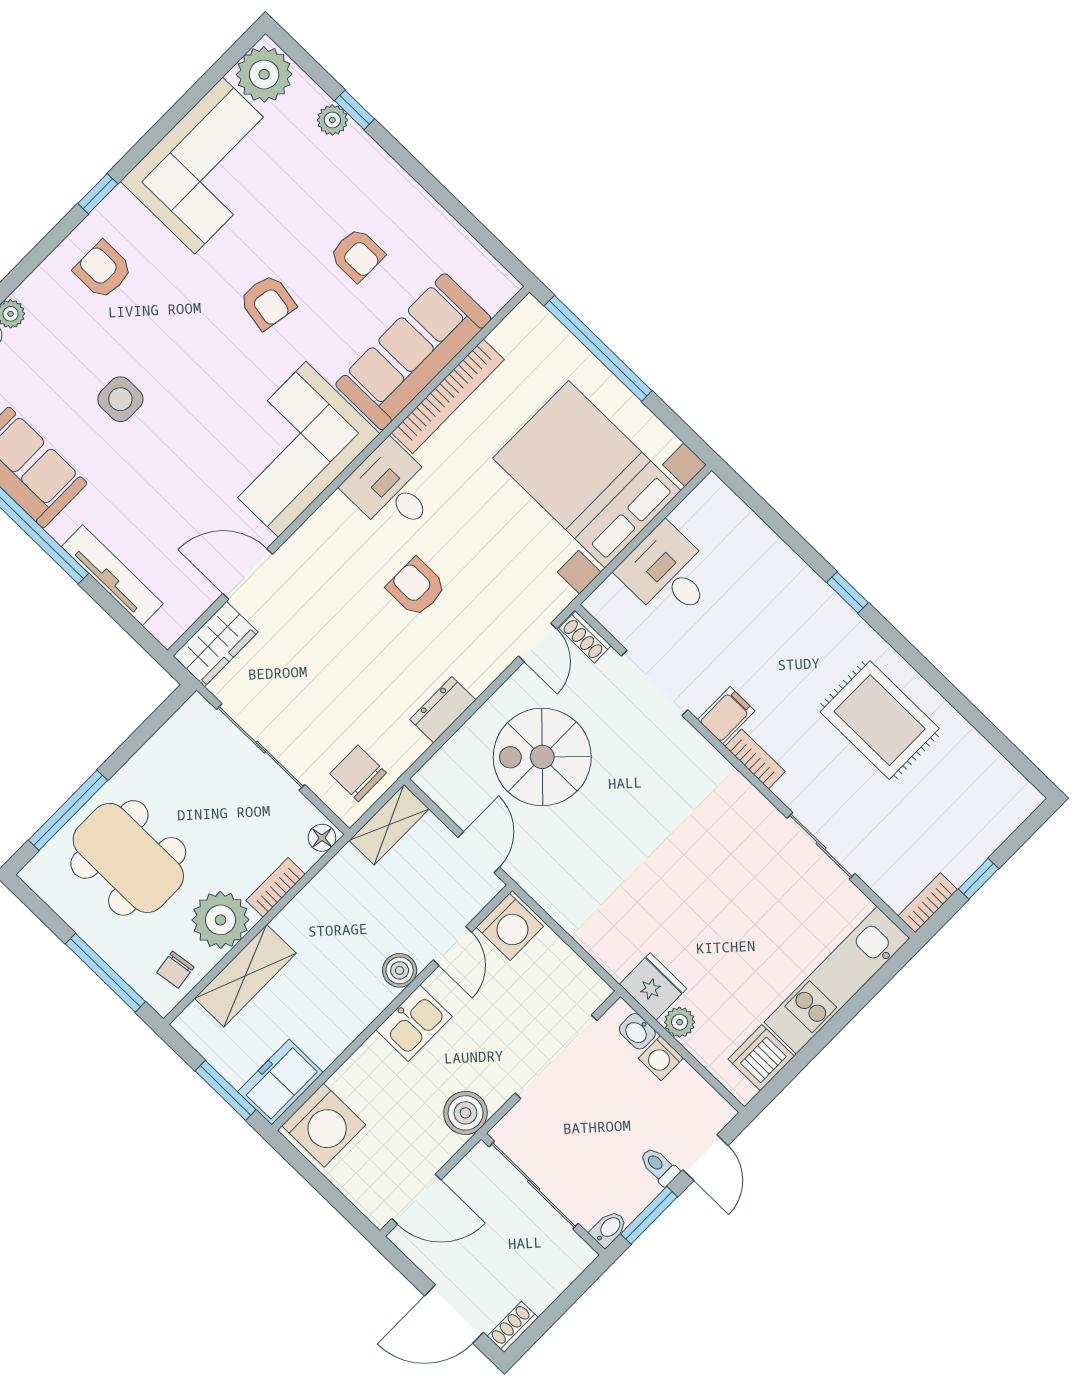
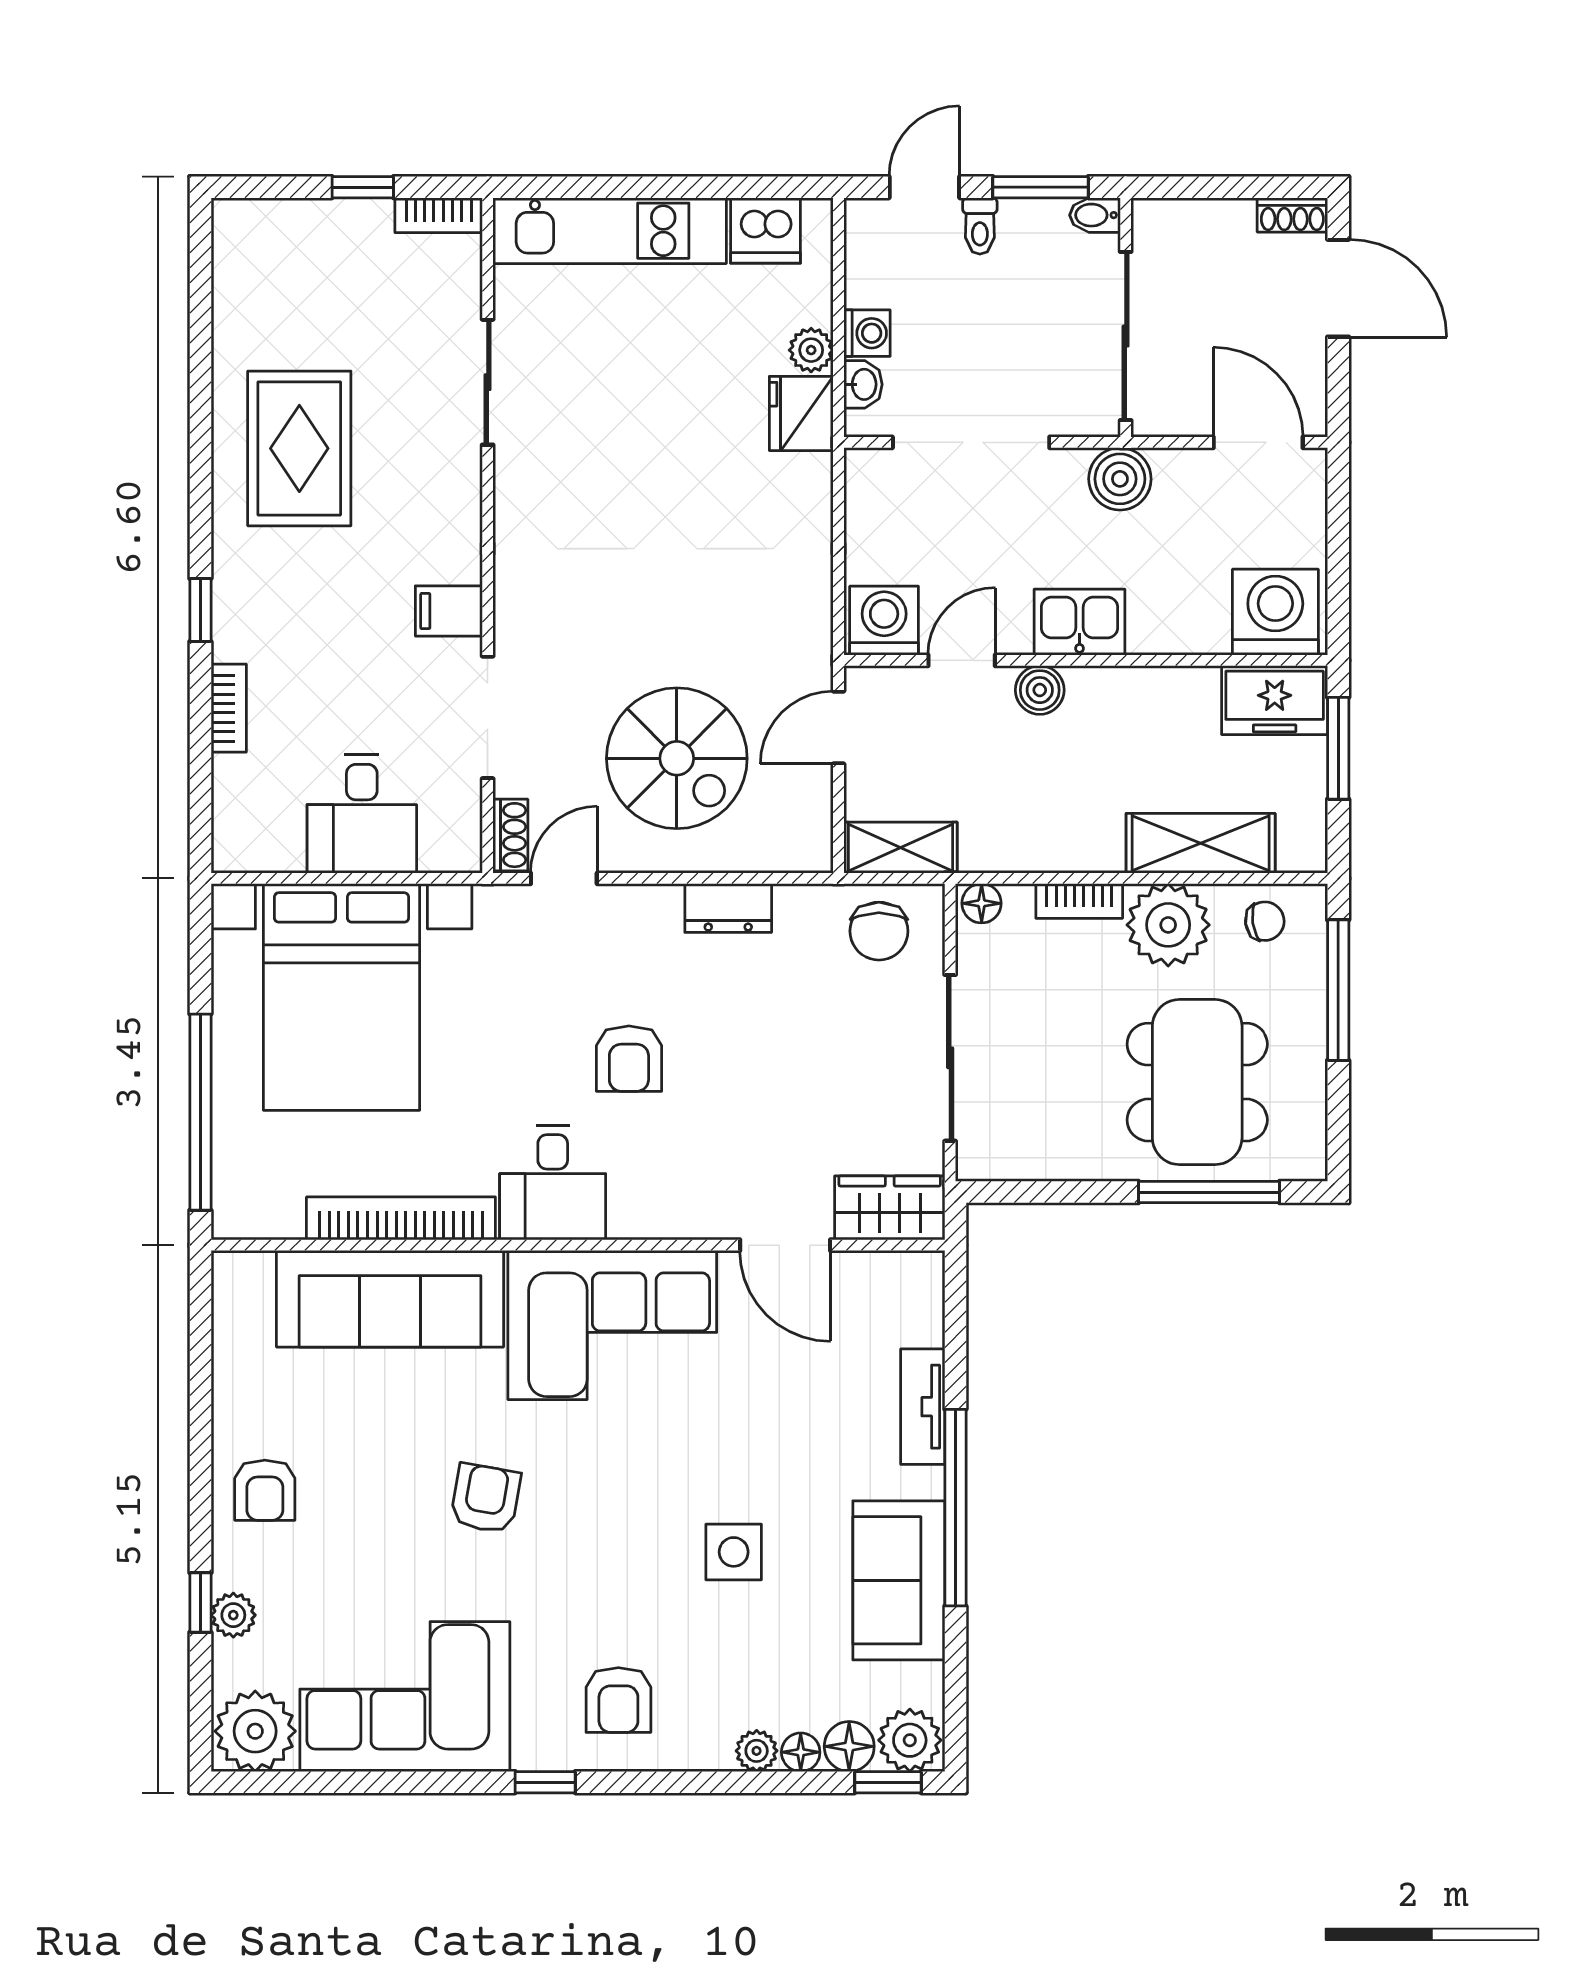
armchair: (357, 255) -> (265, 1490), moved, turned 180
tv unit: (112, 575) -> (923, 1407), width x0.71
bookcase: (755, 759) -> (229, 708), moved, turned 180

